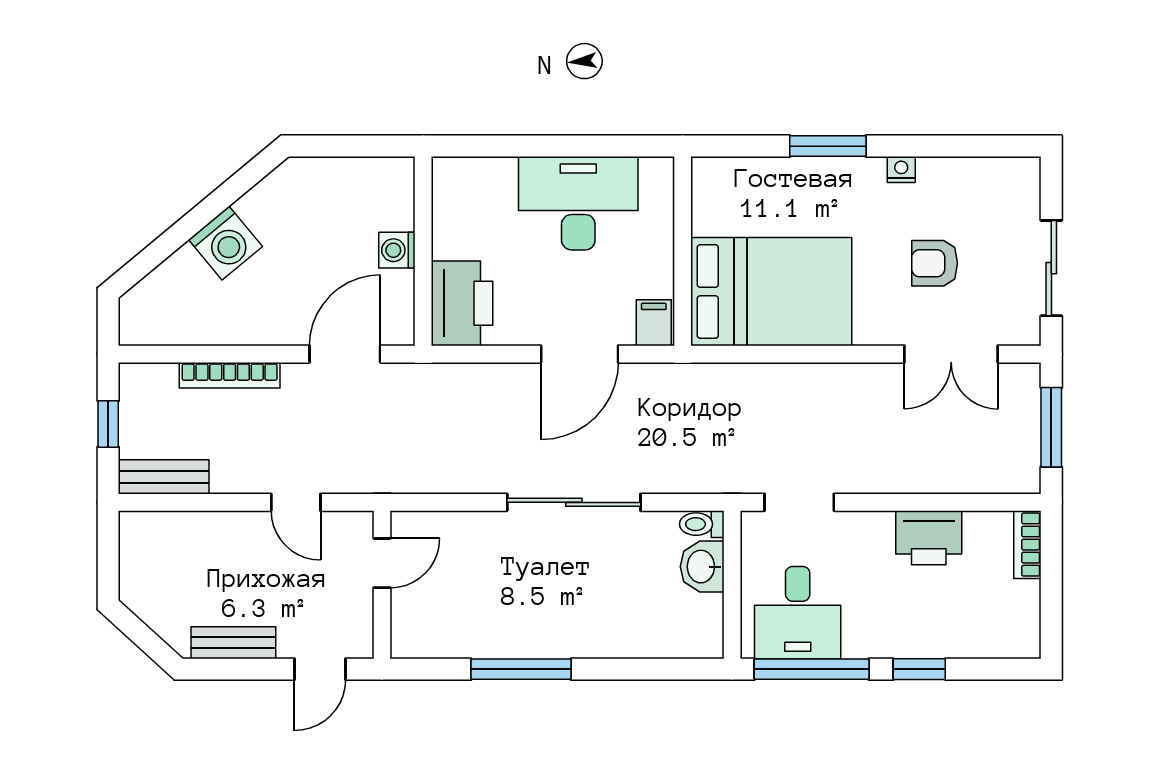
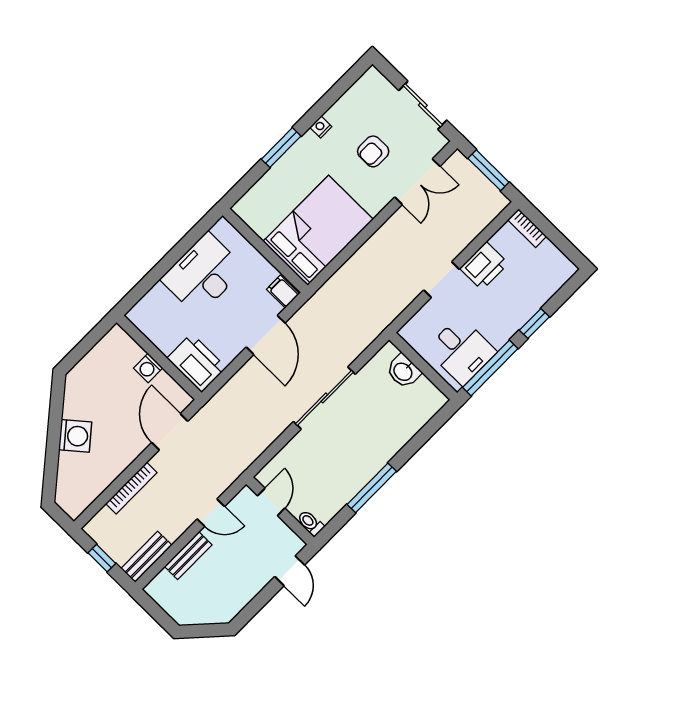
doorway: (799, 502) -> (441, 280), moved
toilet: (702, 524) -> (310, 523), moved, turned 90
bench: (233, 643) -> (188, 556), moved

